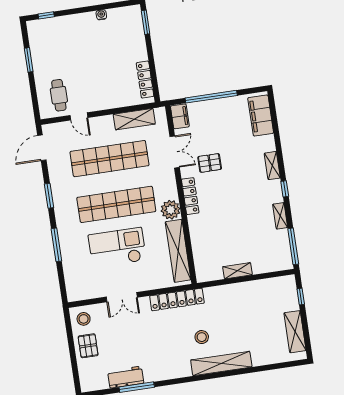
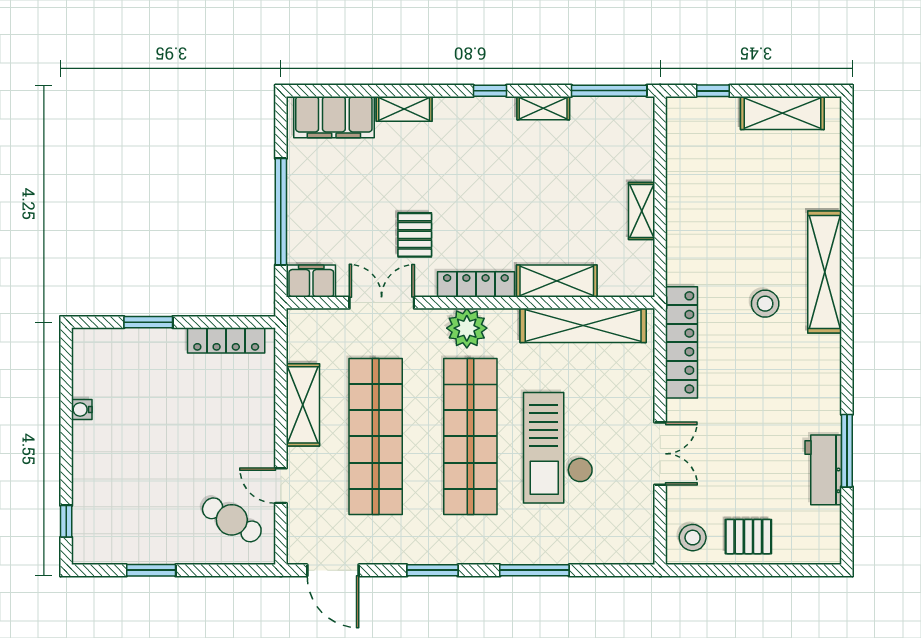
window: (146, 22) -> (148, 322), moved
cafe table: (59, 95) -> (232, 520), turned 31
door: (79, 116) -> (281, 486), swing flipped
shelving: (134, 119) -> (303, 405), moved
shelving: (272, 166) -> (404, 109), moved
plant: (171, 210) -> (467, 328), moved
shelving: (198, 235) -> (557, 281), added

